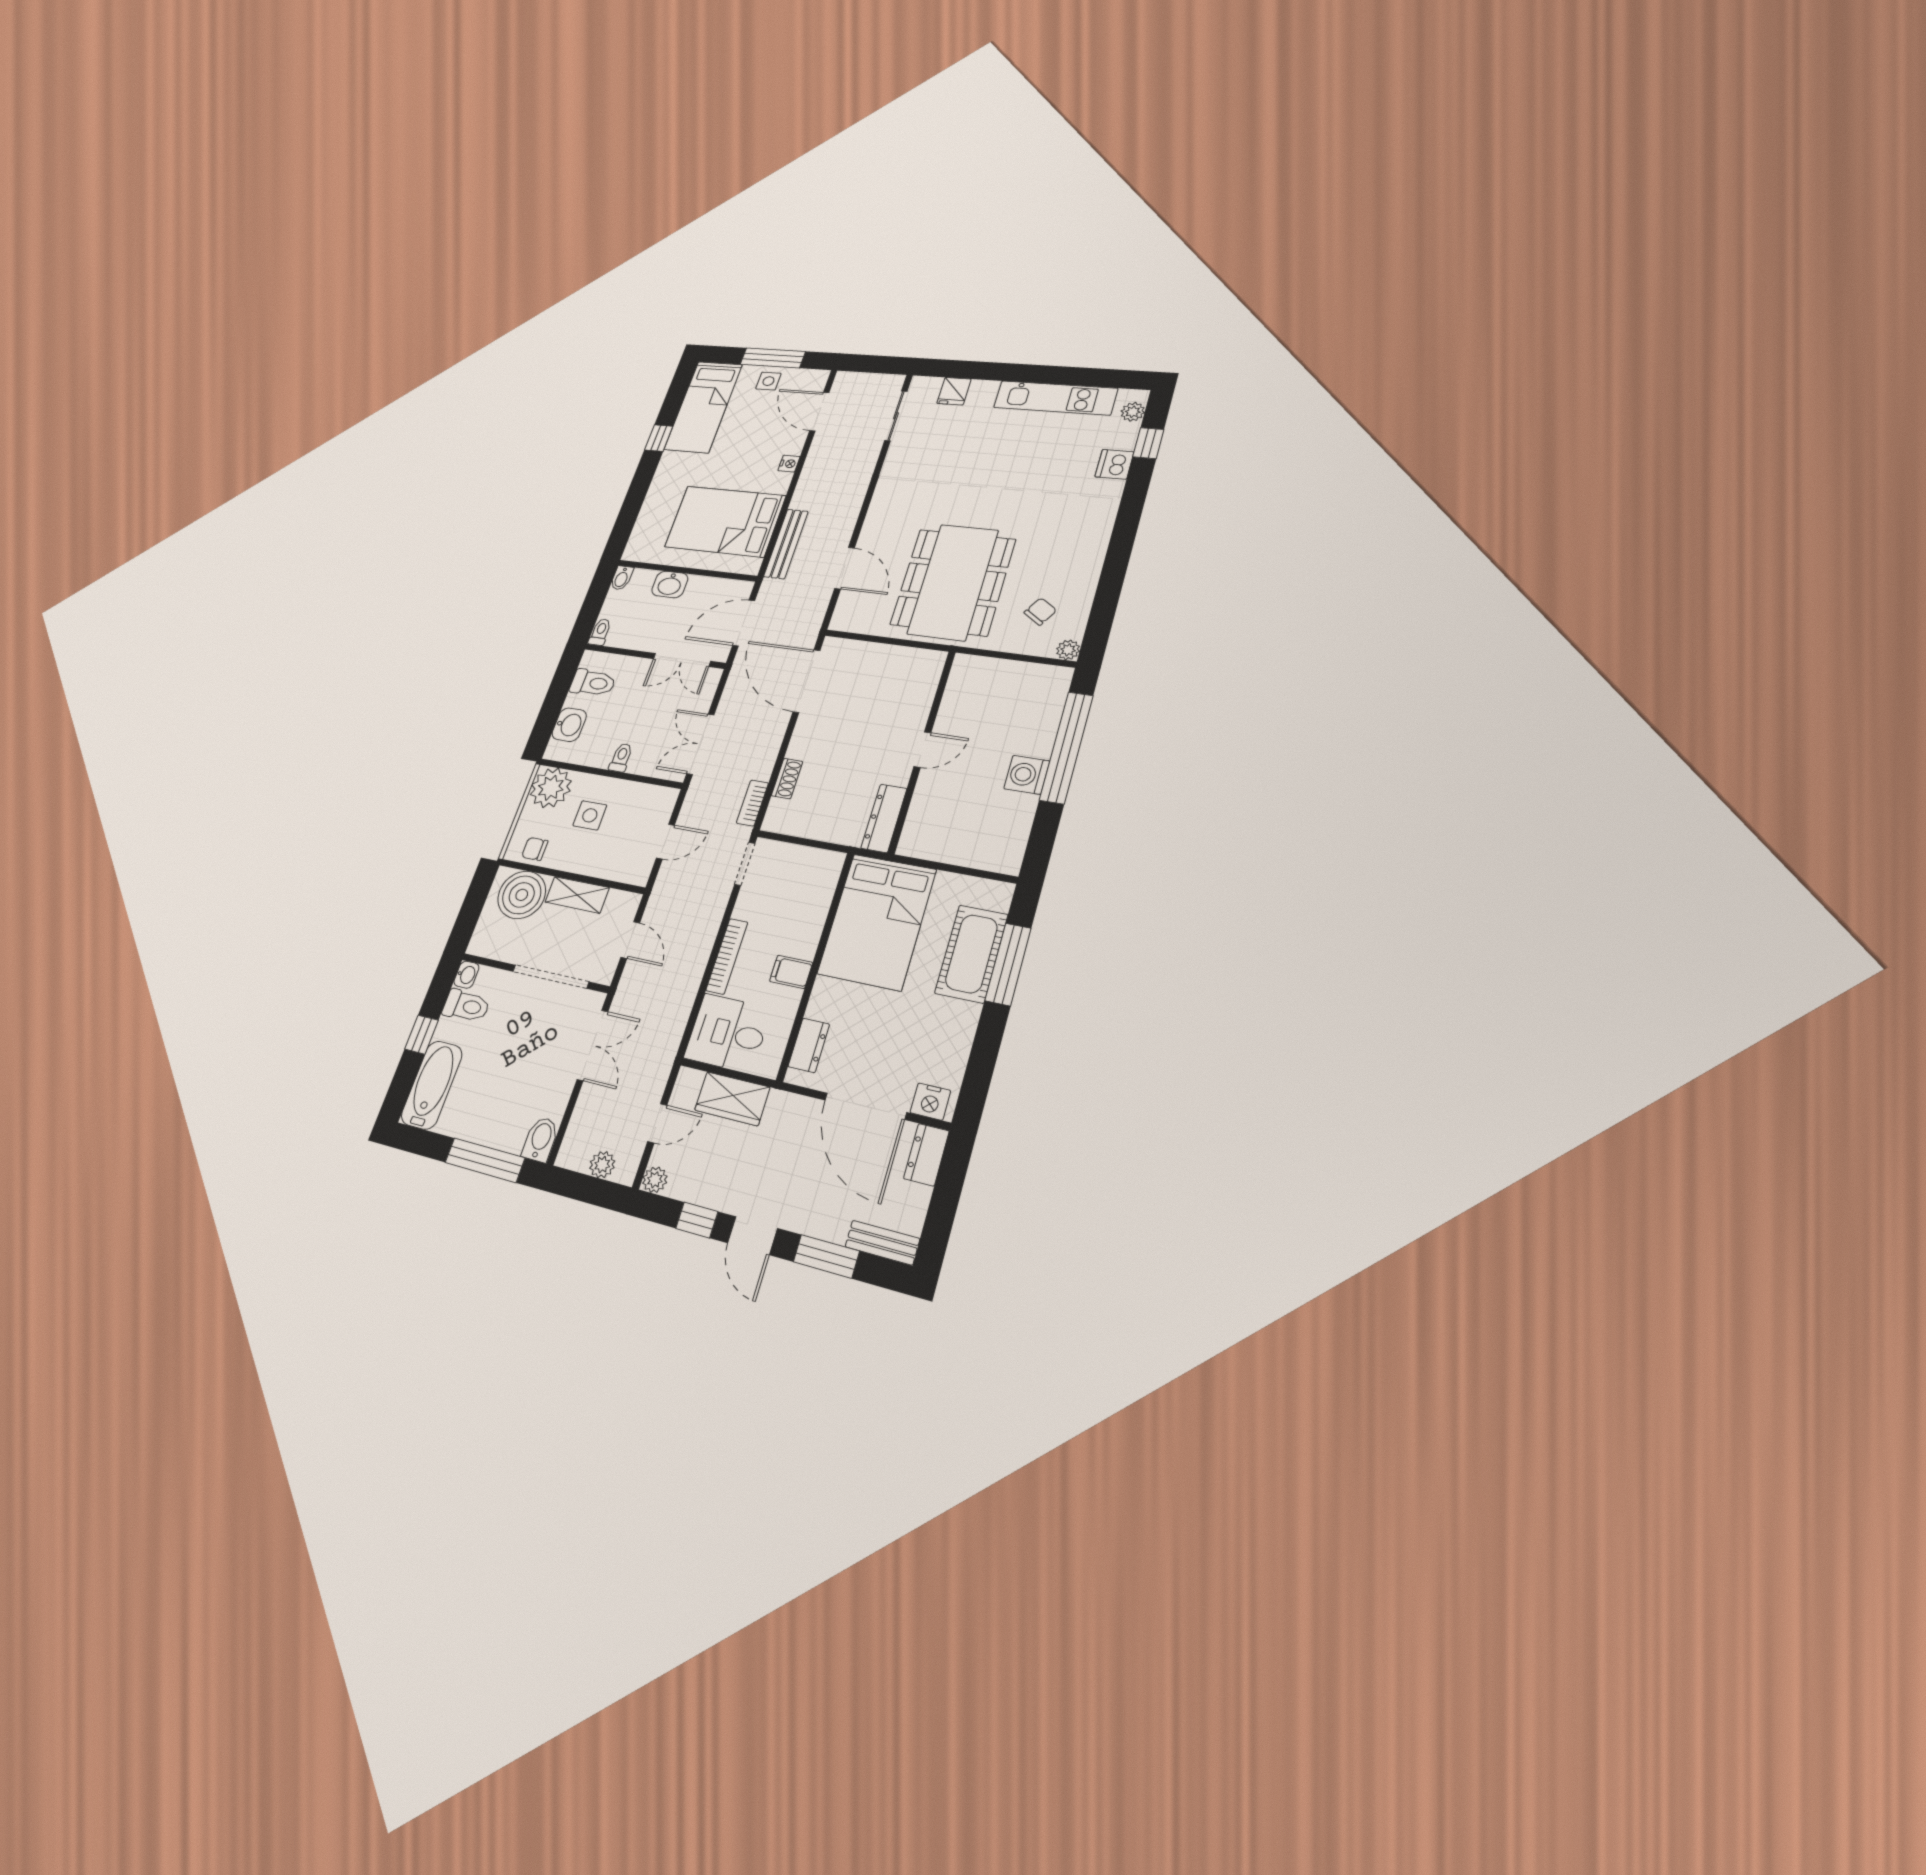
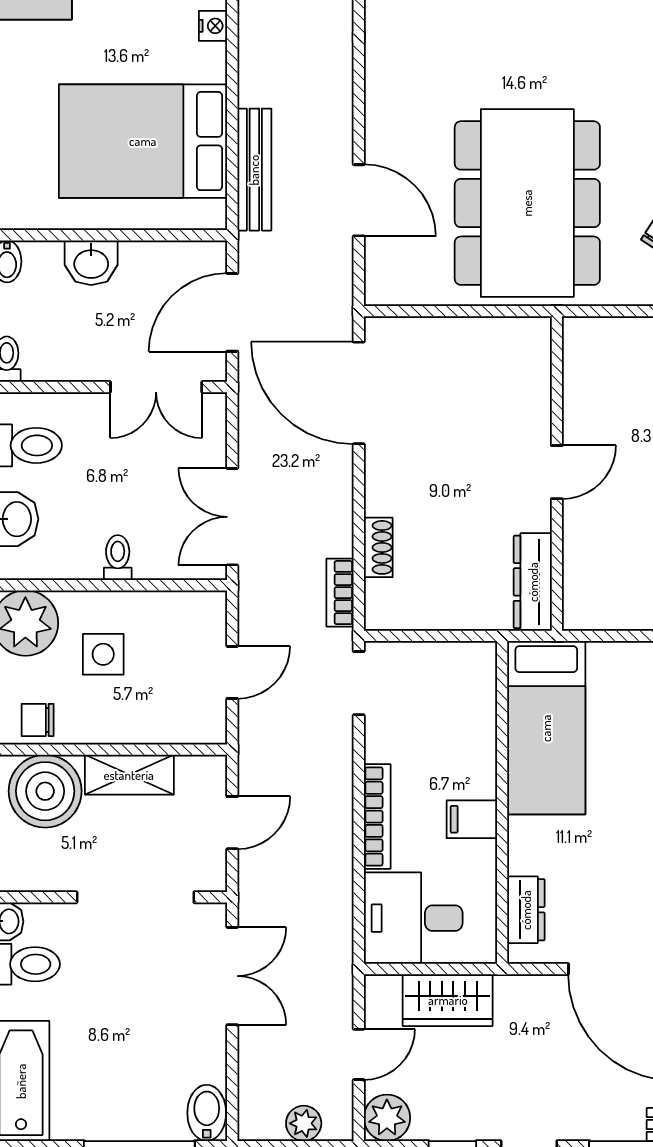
bed: (877, 921) -> (546, 728), width x0.67
door: (630, 940) -> (232, 823), hinge flipped
plant: (655, 1180) -> (387, 1118), width x1.38, depth x1.38

